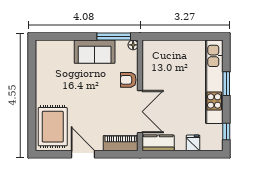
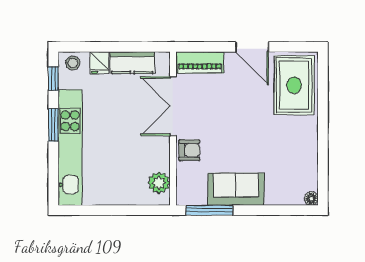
floor lamp: (133, 45) -> (311, 199), moved
plant: (150, 56) -> (159, 183), added
window: (226, 84) -> (53, 125), moved
kitchen counter: (158, 143) -> (132, 63), moved
stool: (212, 143) -> (73, 63), added

